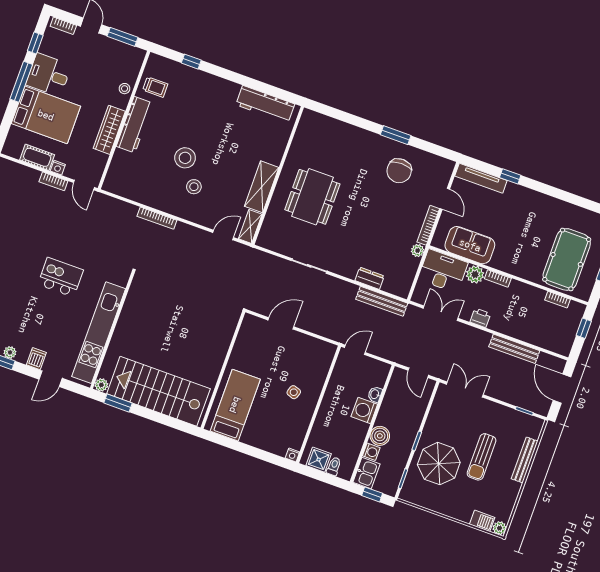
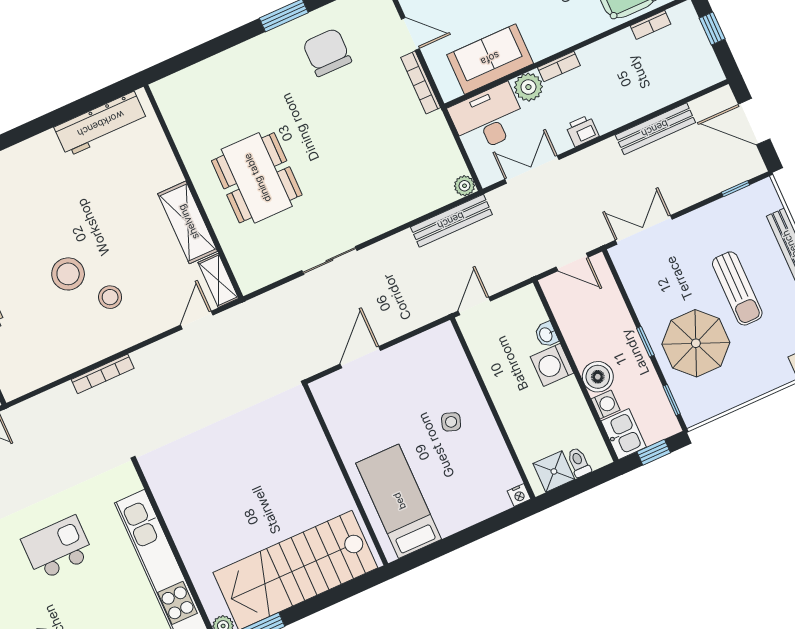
chair: (399, 171) -> (327, 52), turned 180
plant: (418, 251) -> (464, 186), moved
dresser: (370, 278) -> (412, 208), removed

